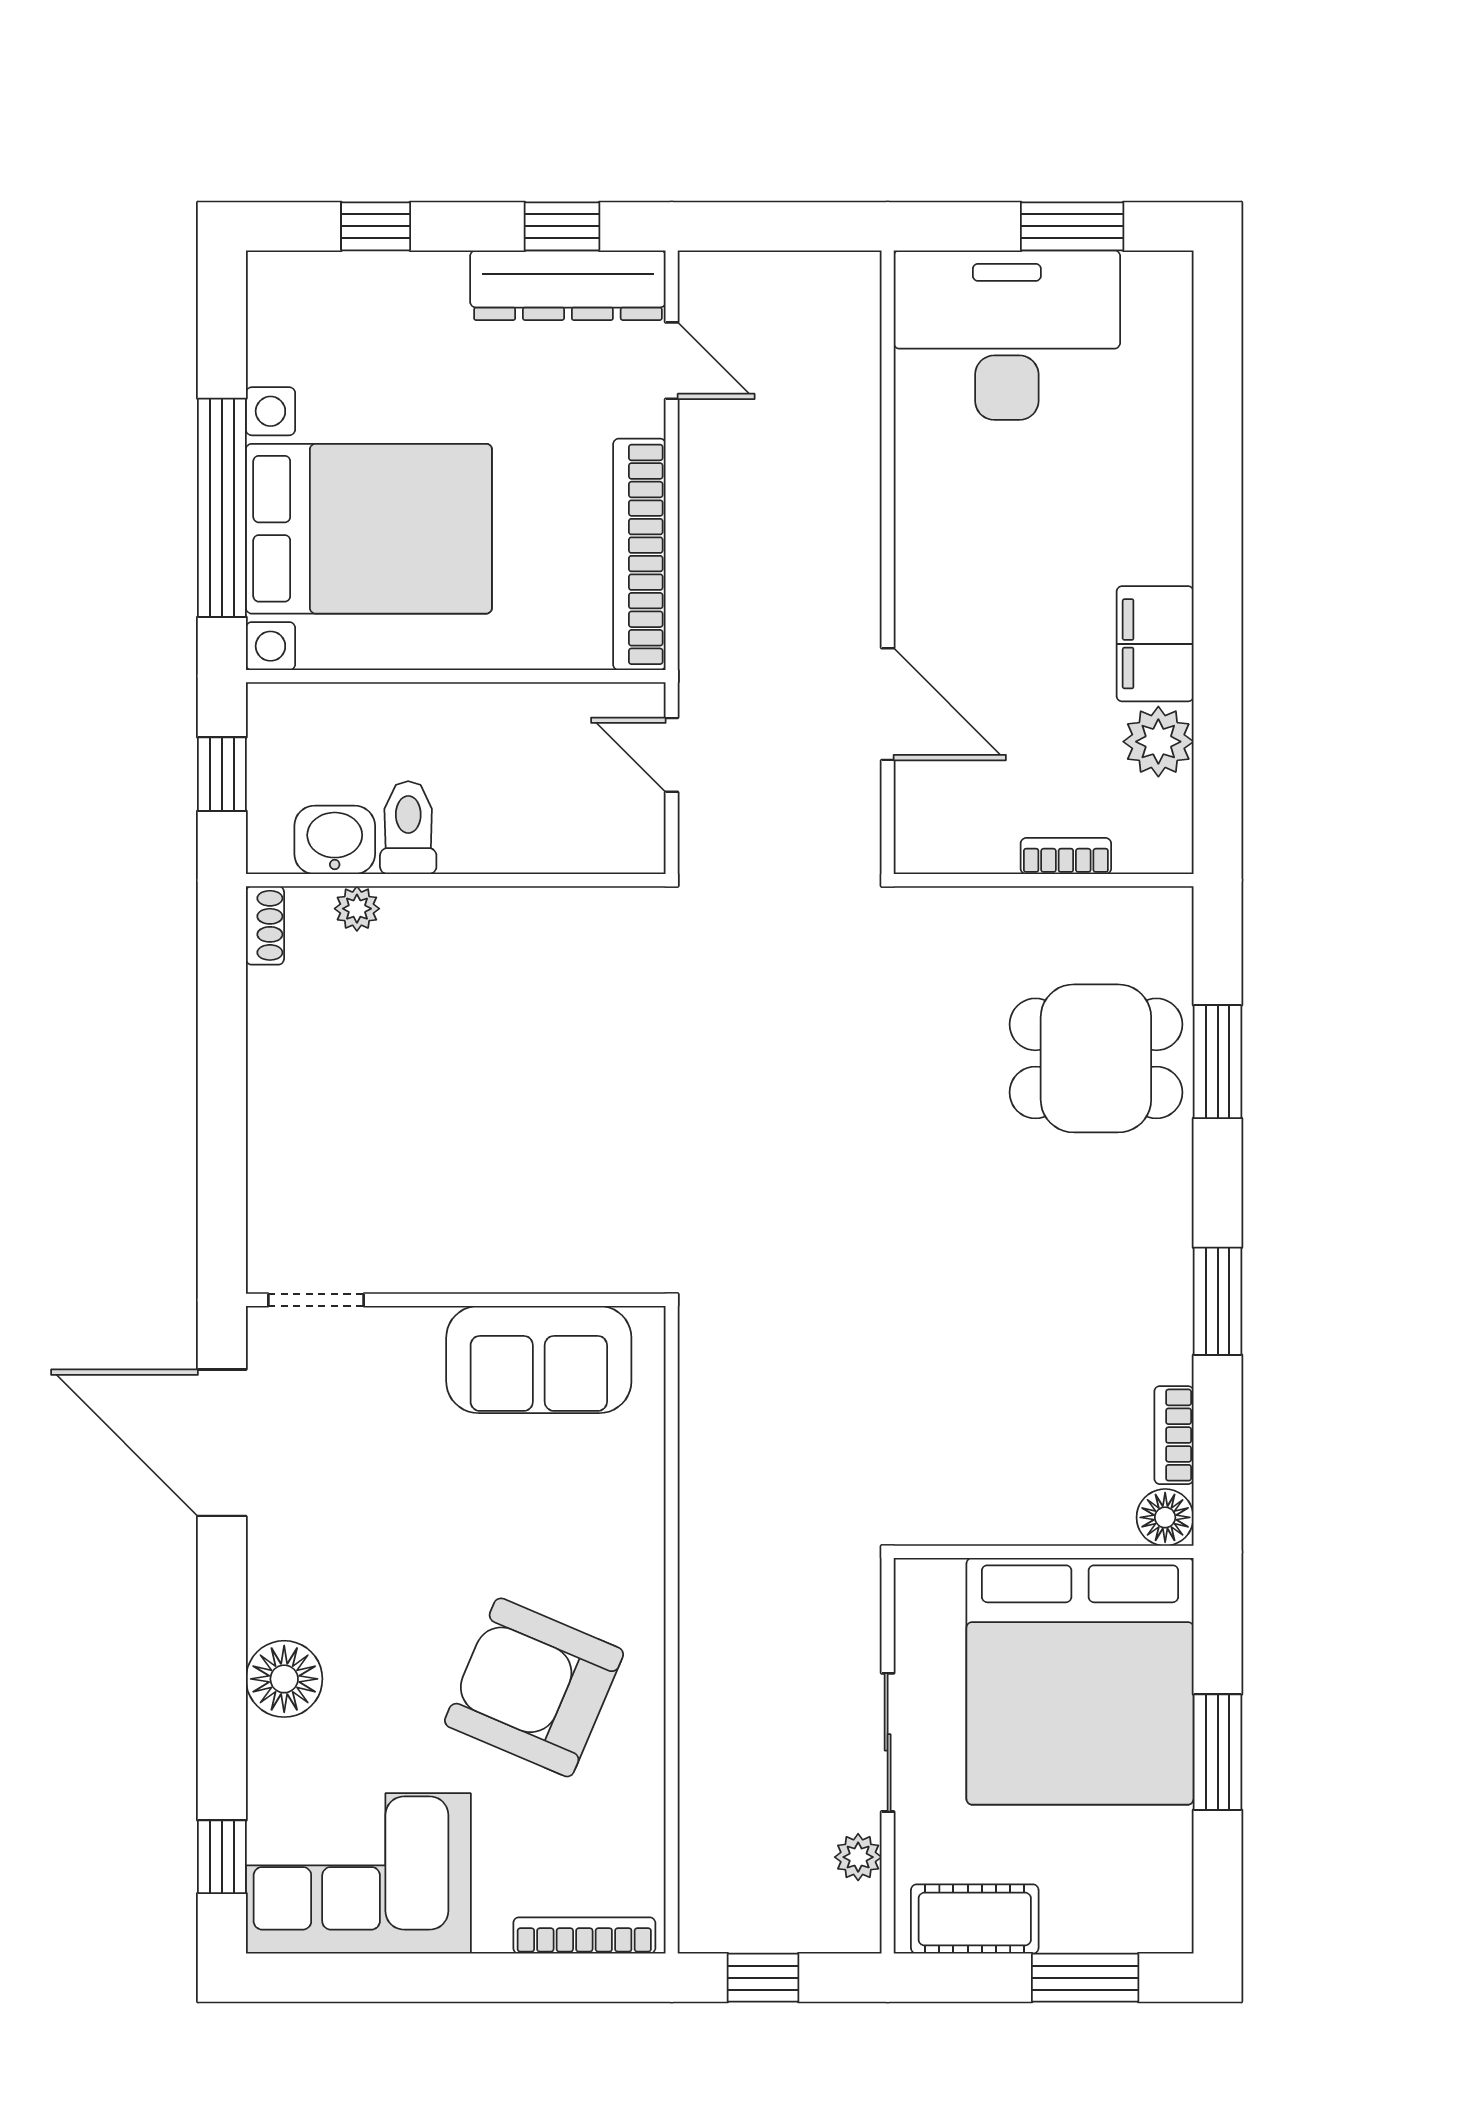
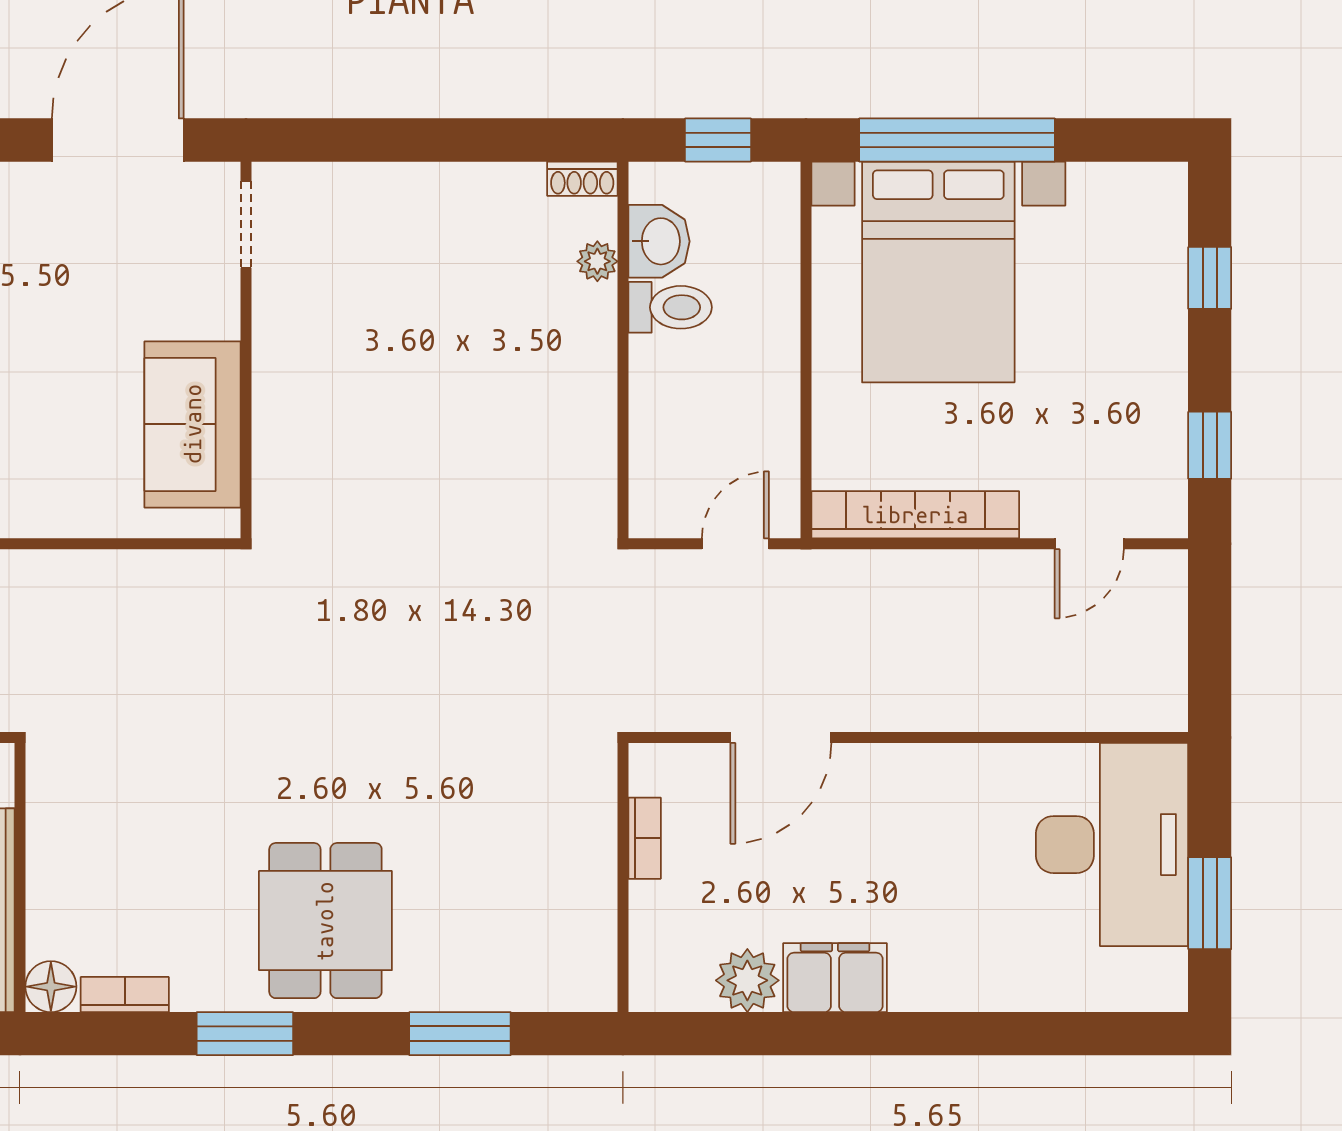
dresser: (568, 285) -> (1157, 451), removed
bookcase: (1066, 856) -> (645, 838), moved
dining table: (1096, 1058) -> (325, 921), moved

